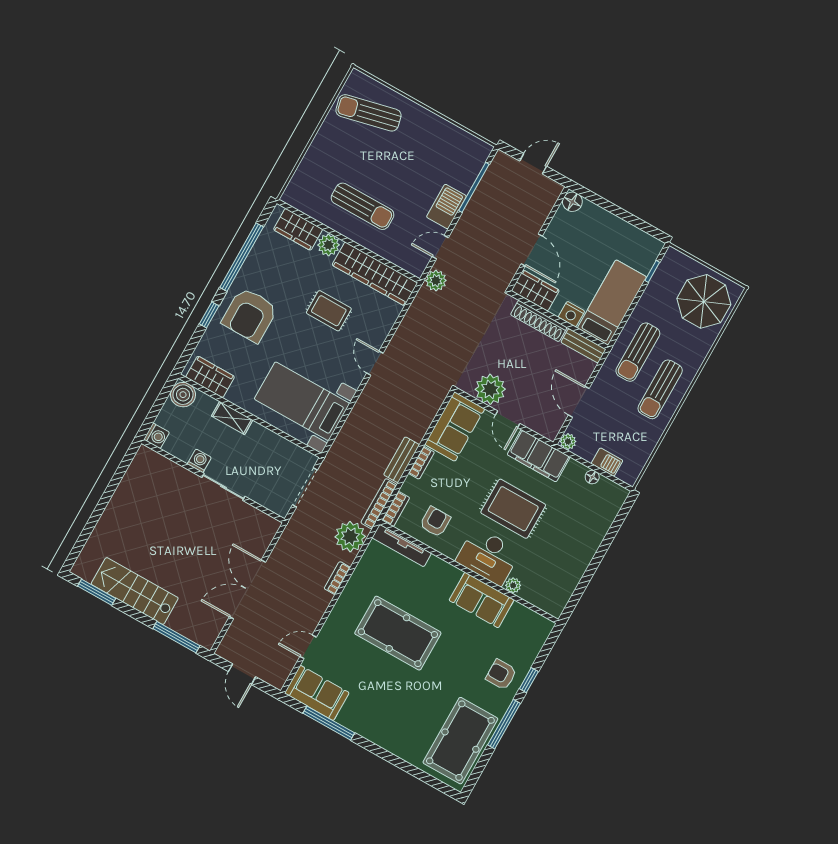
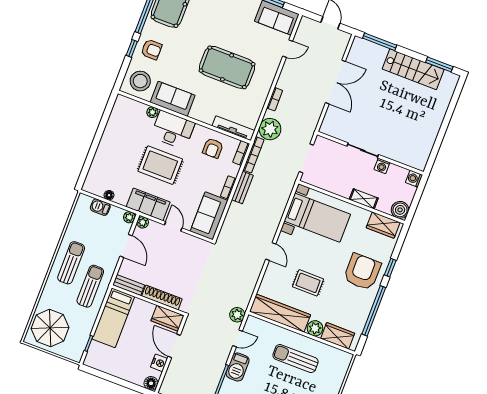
nightstand: (571, 314) -> (159, 363), moved, turned 90
plant: (490, 389) -> (143, 222), moved, width x0.53, depth x0.53
stool: (524, 632) -> (140, 81), added

